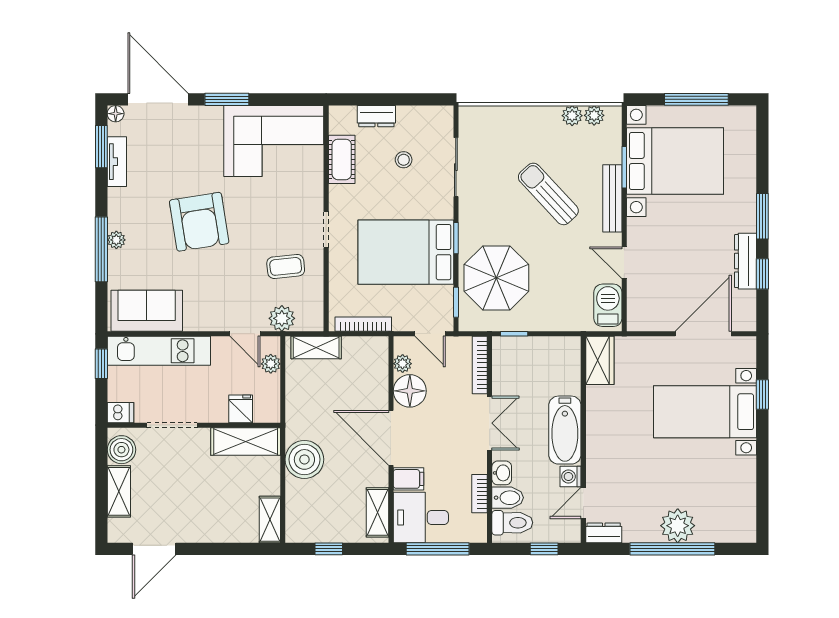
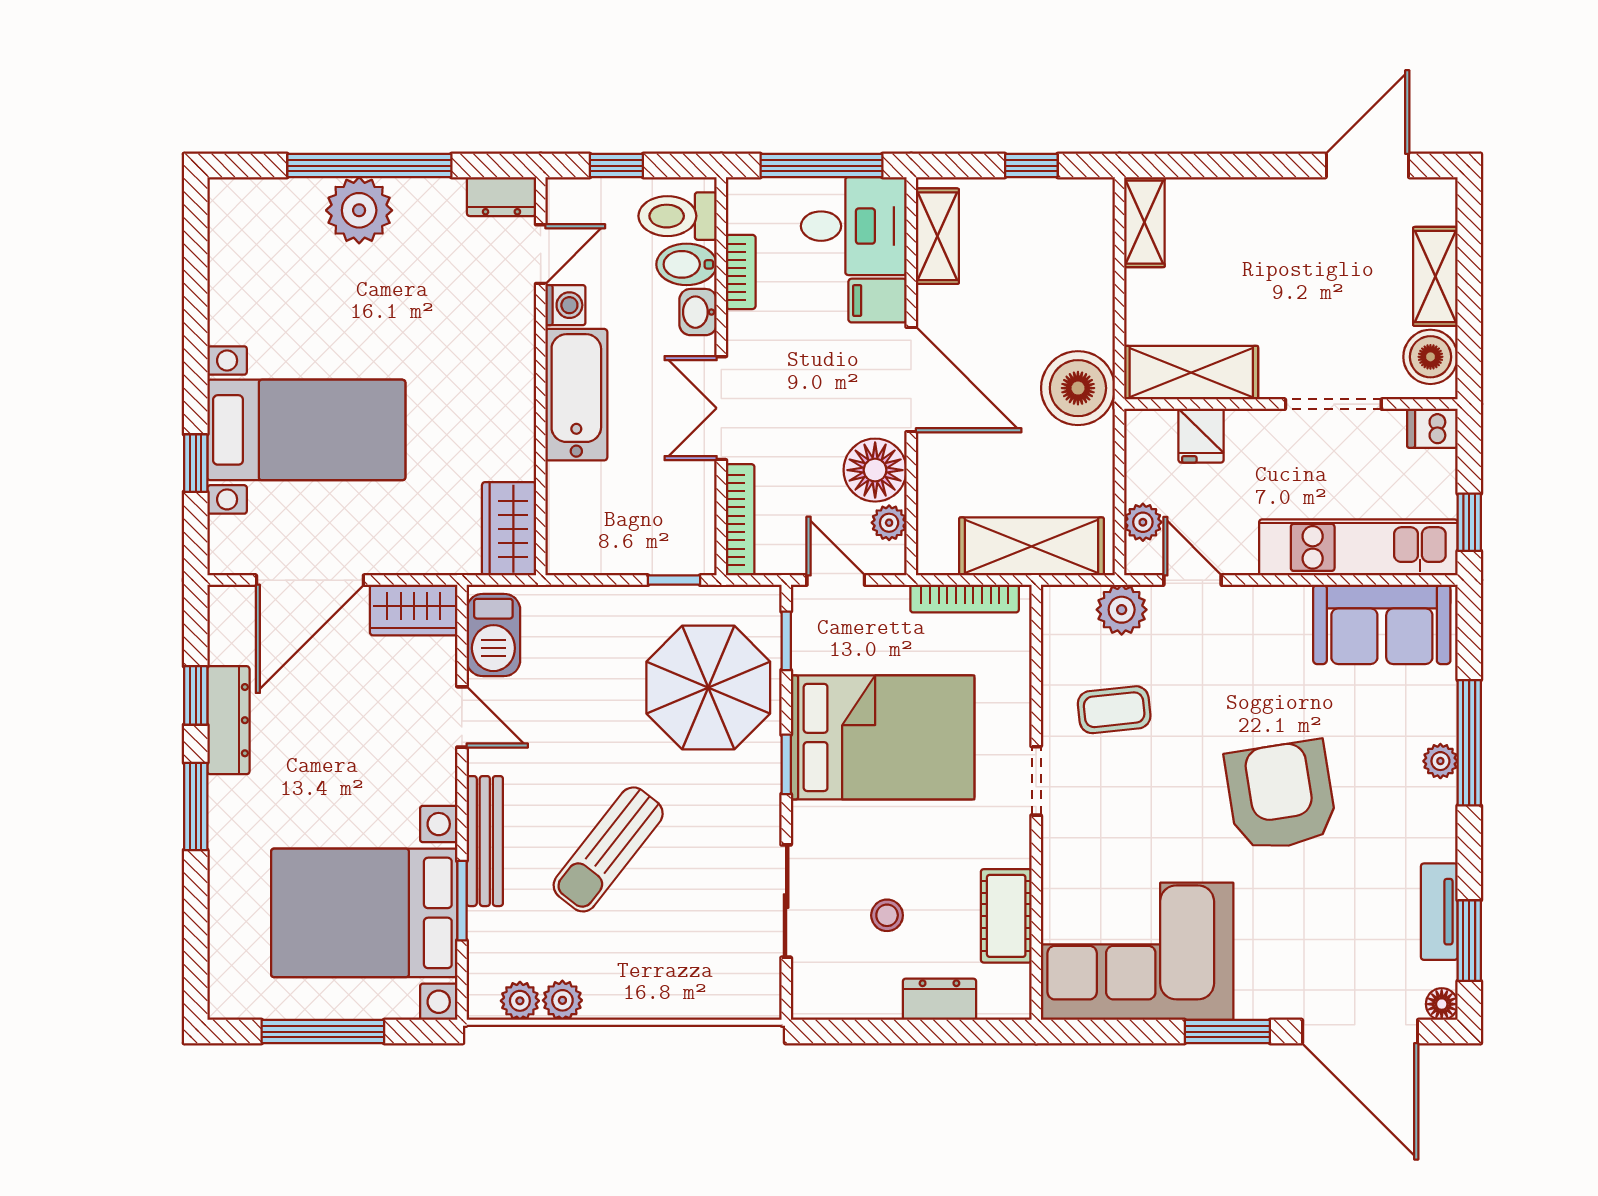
sun lounger: (548, 194) -> (608, 849), turned 81
wardrobe: (649, 318) -> (414, 610), added
shelving: (316, 347) -> (1031, 546), width x1.50, depth x1.33
boiler: (304, 459) -> (1078, 388), moved

